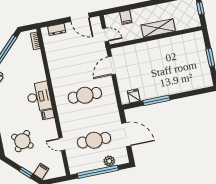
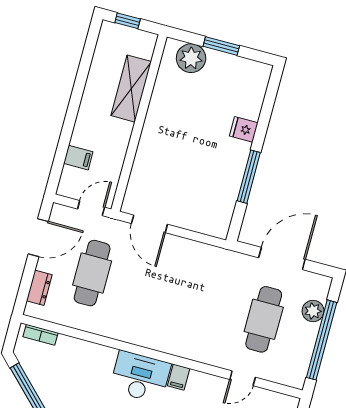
shelving: (158, 28) -> (131, 89), moved
plant: (198, 46) -> (191, 58), added
cafe table: (85, 95) -> (92, 273), moved
fridge: (134, 96) -> (244, 129), moved

